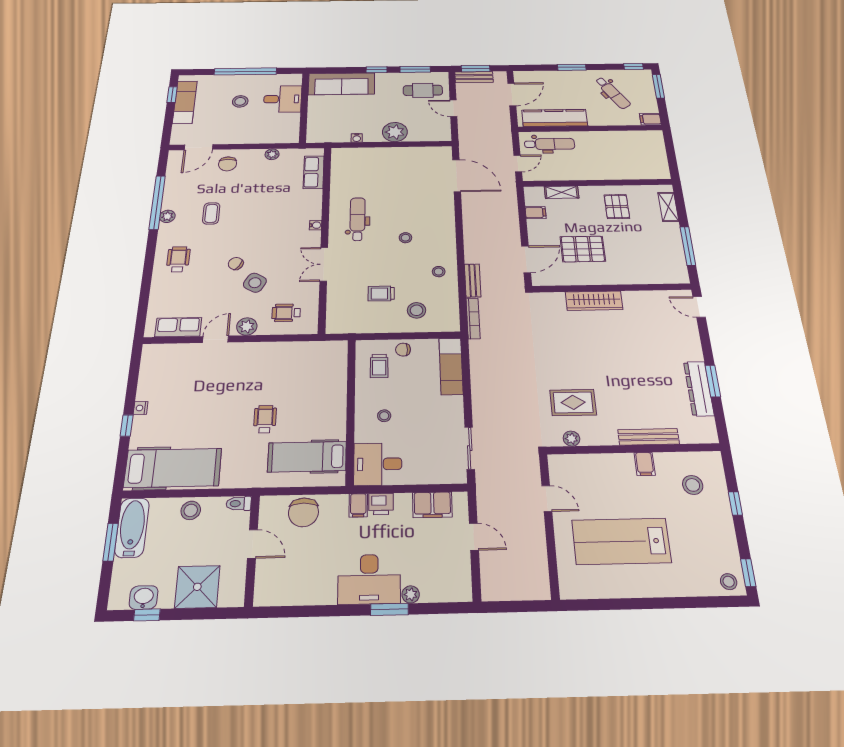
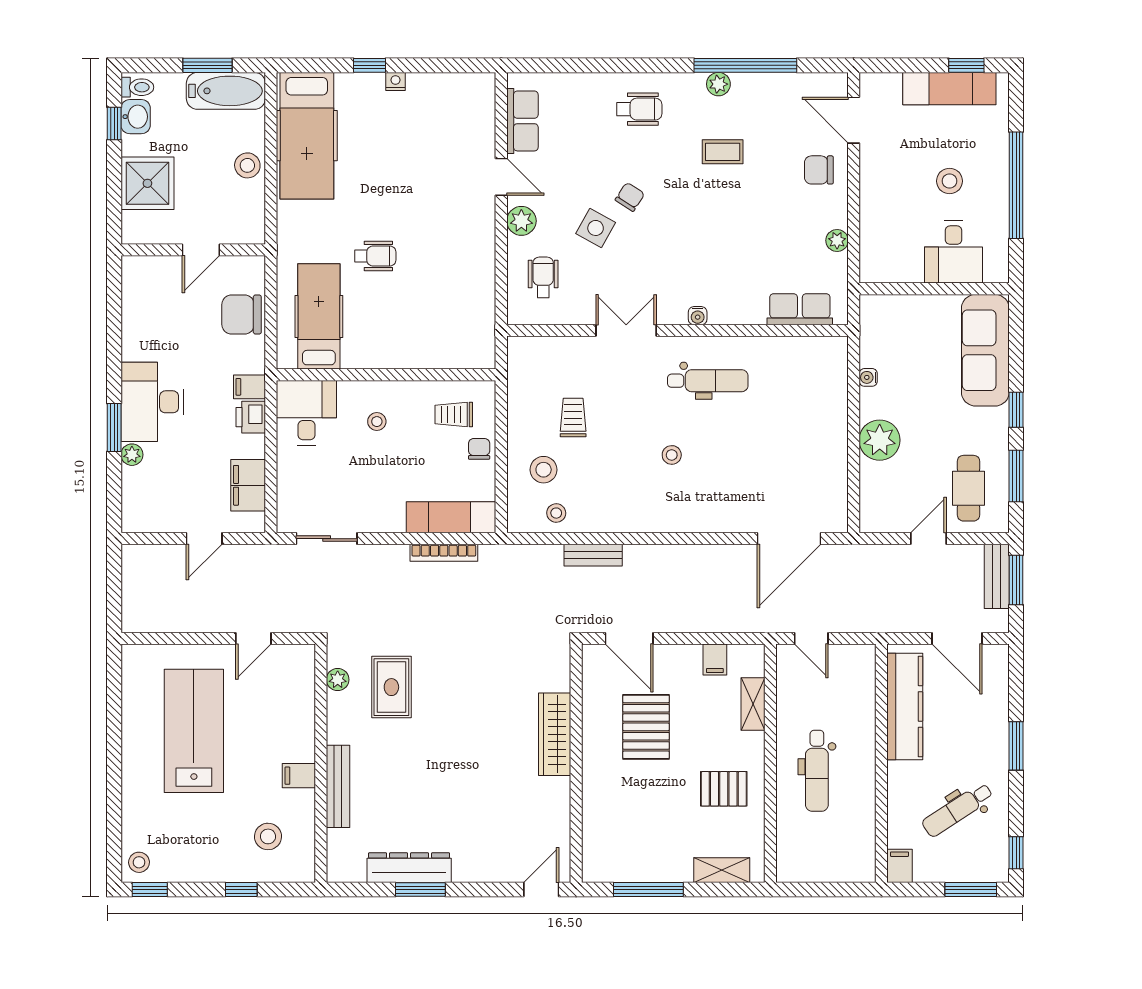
dental chair: (550, 144) -> (817, 771), moved
stool: (439, 272) -> (556, 513), moved
bookcase: (473, 319) -> (444, 553), moved
toilet: (239, 504) -> (137, 87), moved, turned 90

